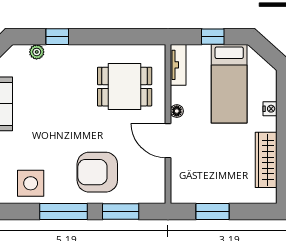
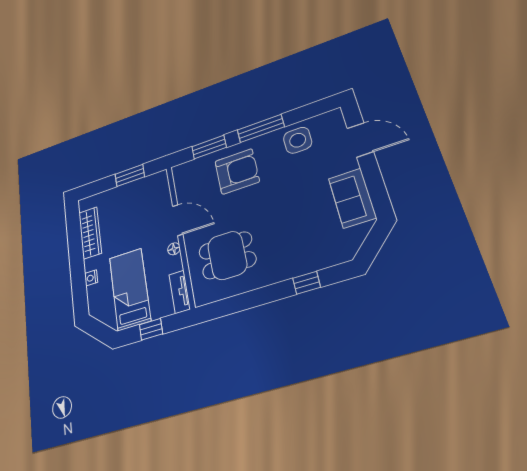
plant: (37, 52) -> (324, 261), removed

